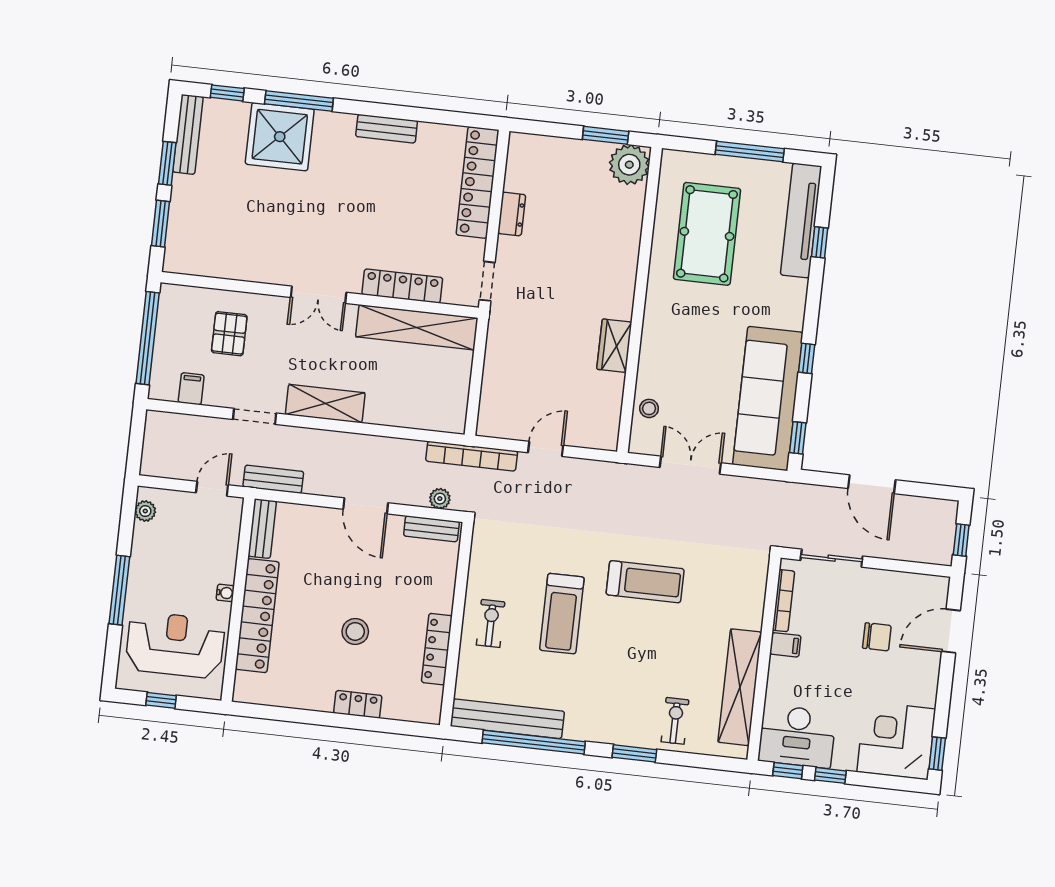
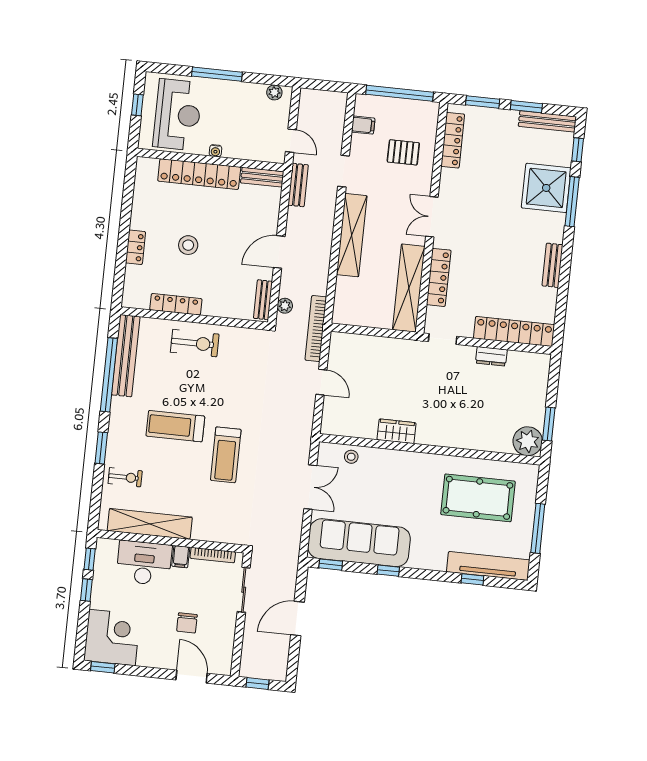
locker: (213, 265) -> (453, 140), added
shelving: (325, 404) -> (352, 235), width x1.47
treadmill: (562, 614) -> (175, 426), moved
exercise bike: (491, 623) -> (195, 343), width x1.38, depth x1.39
desk: (797, 736) -> (144, 563), moved, turned 90

